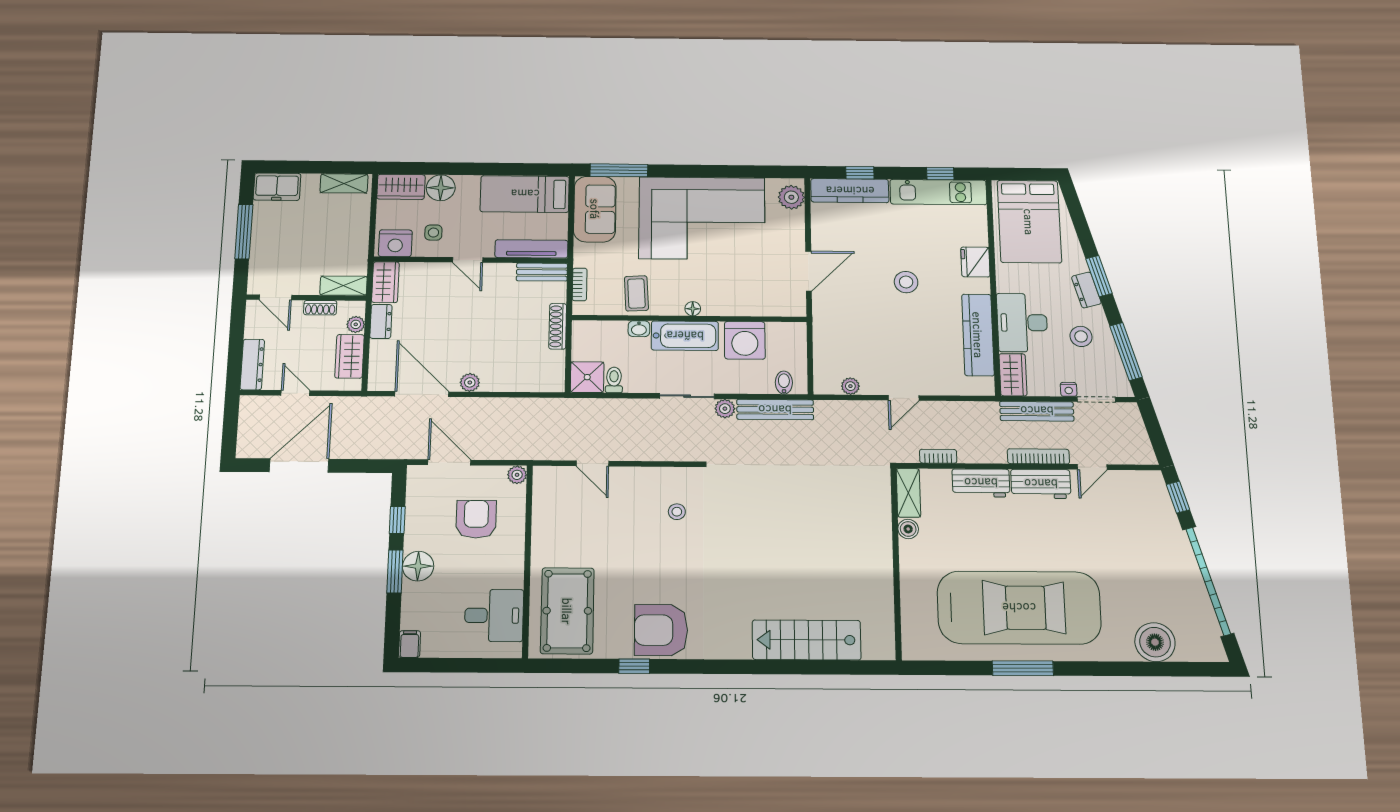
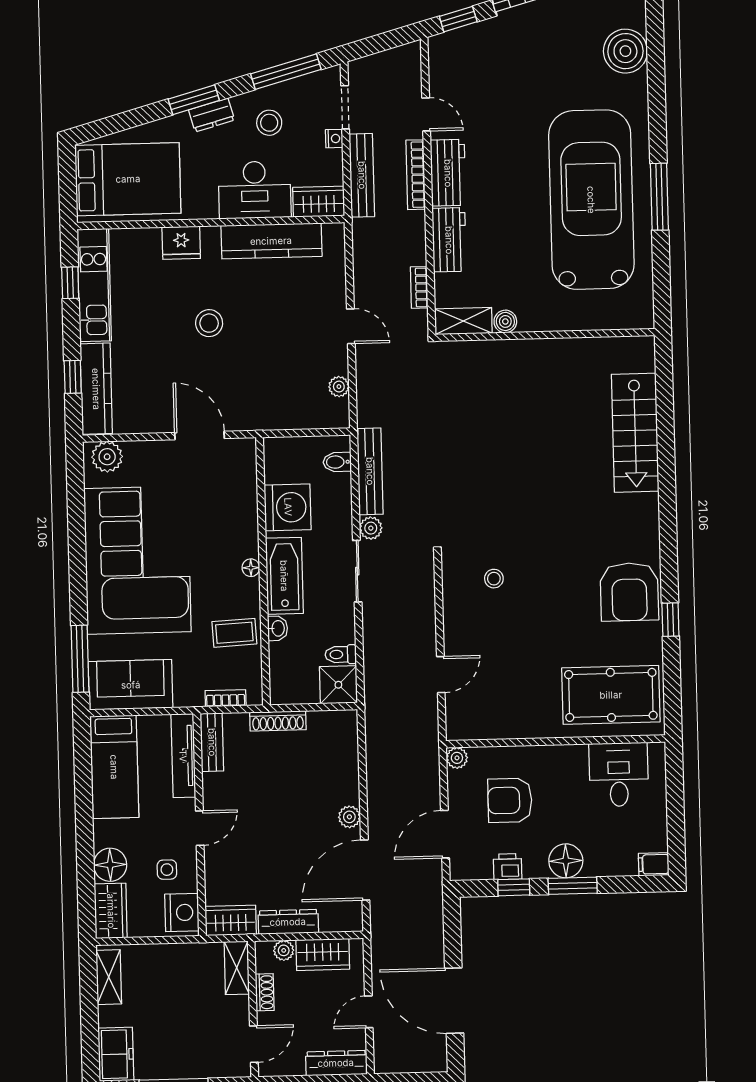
dresser: (381, 321) -> (288, 922), width x1.44
printer: (416, 515) -> (508, 867), added

